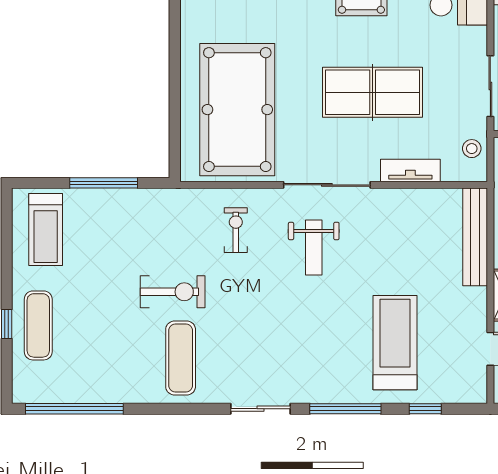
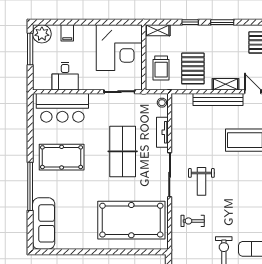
stool: (472, 149) -> (162, 103), moved
bench: (475, 237) -> (218, 99), moved
weight bench: (314, 248) -> (201, 181), turned 90

